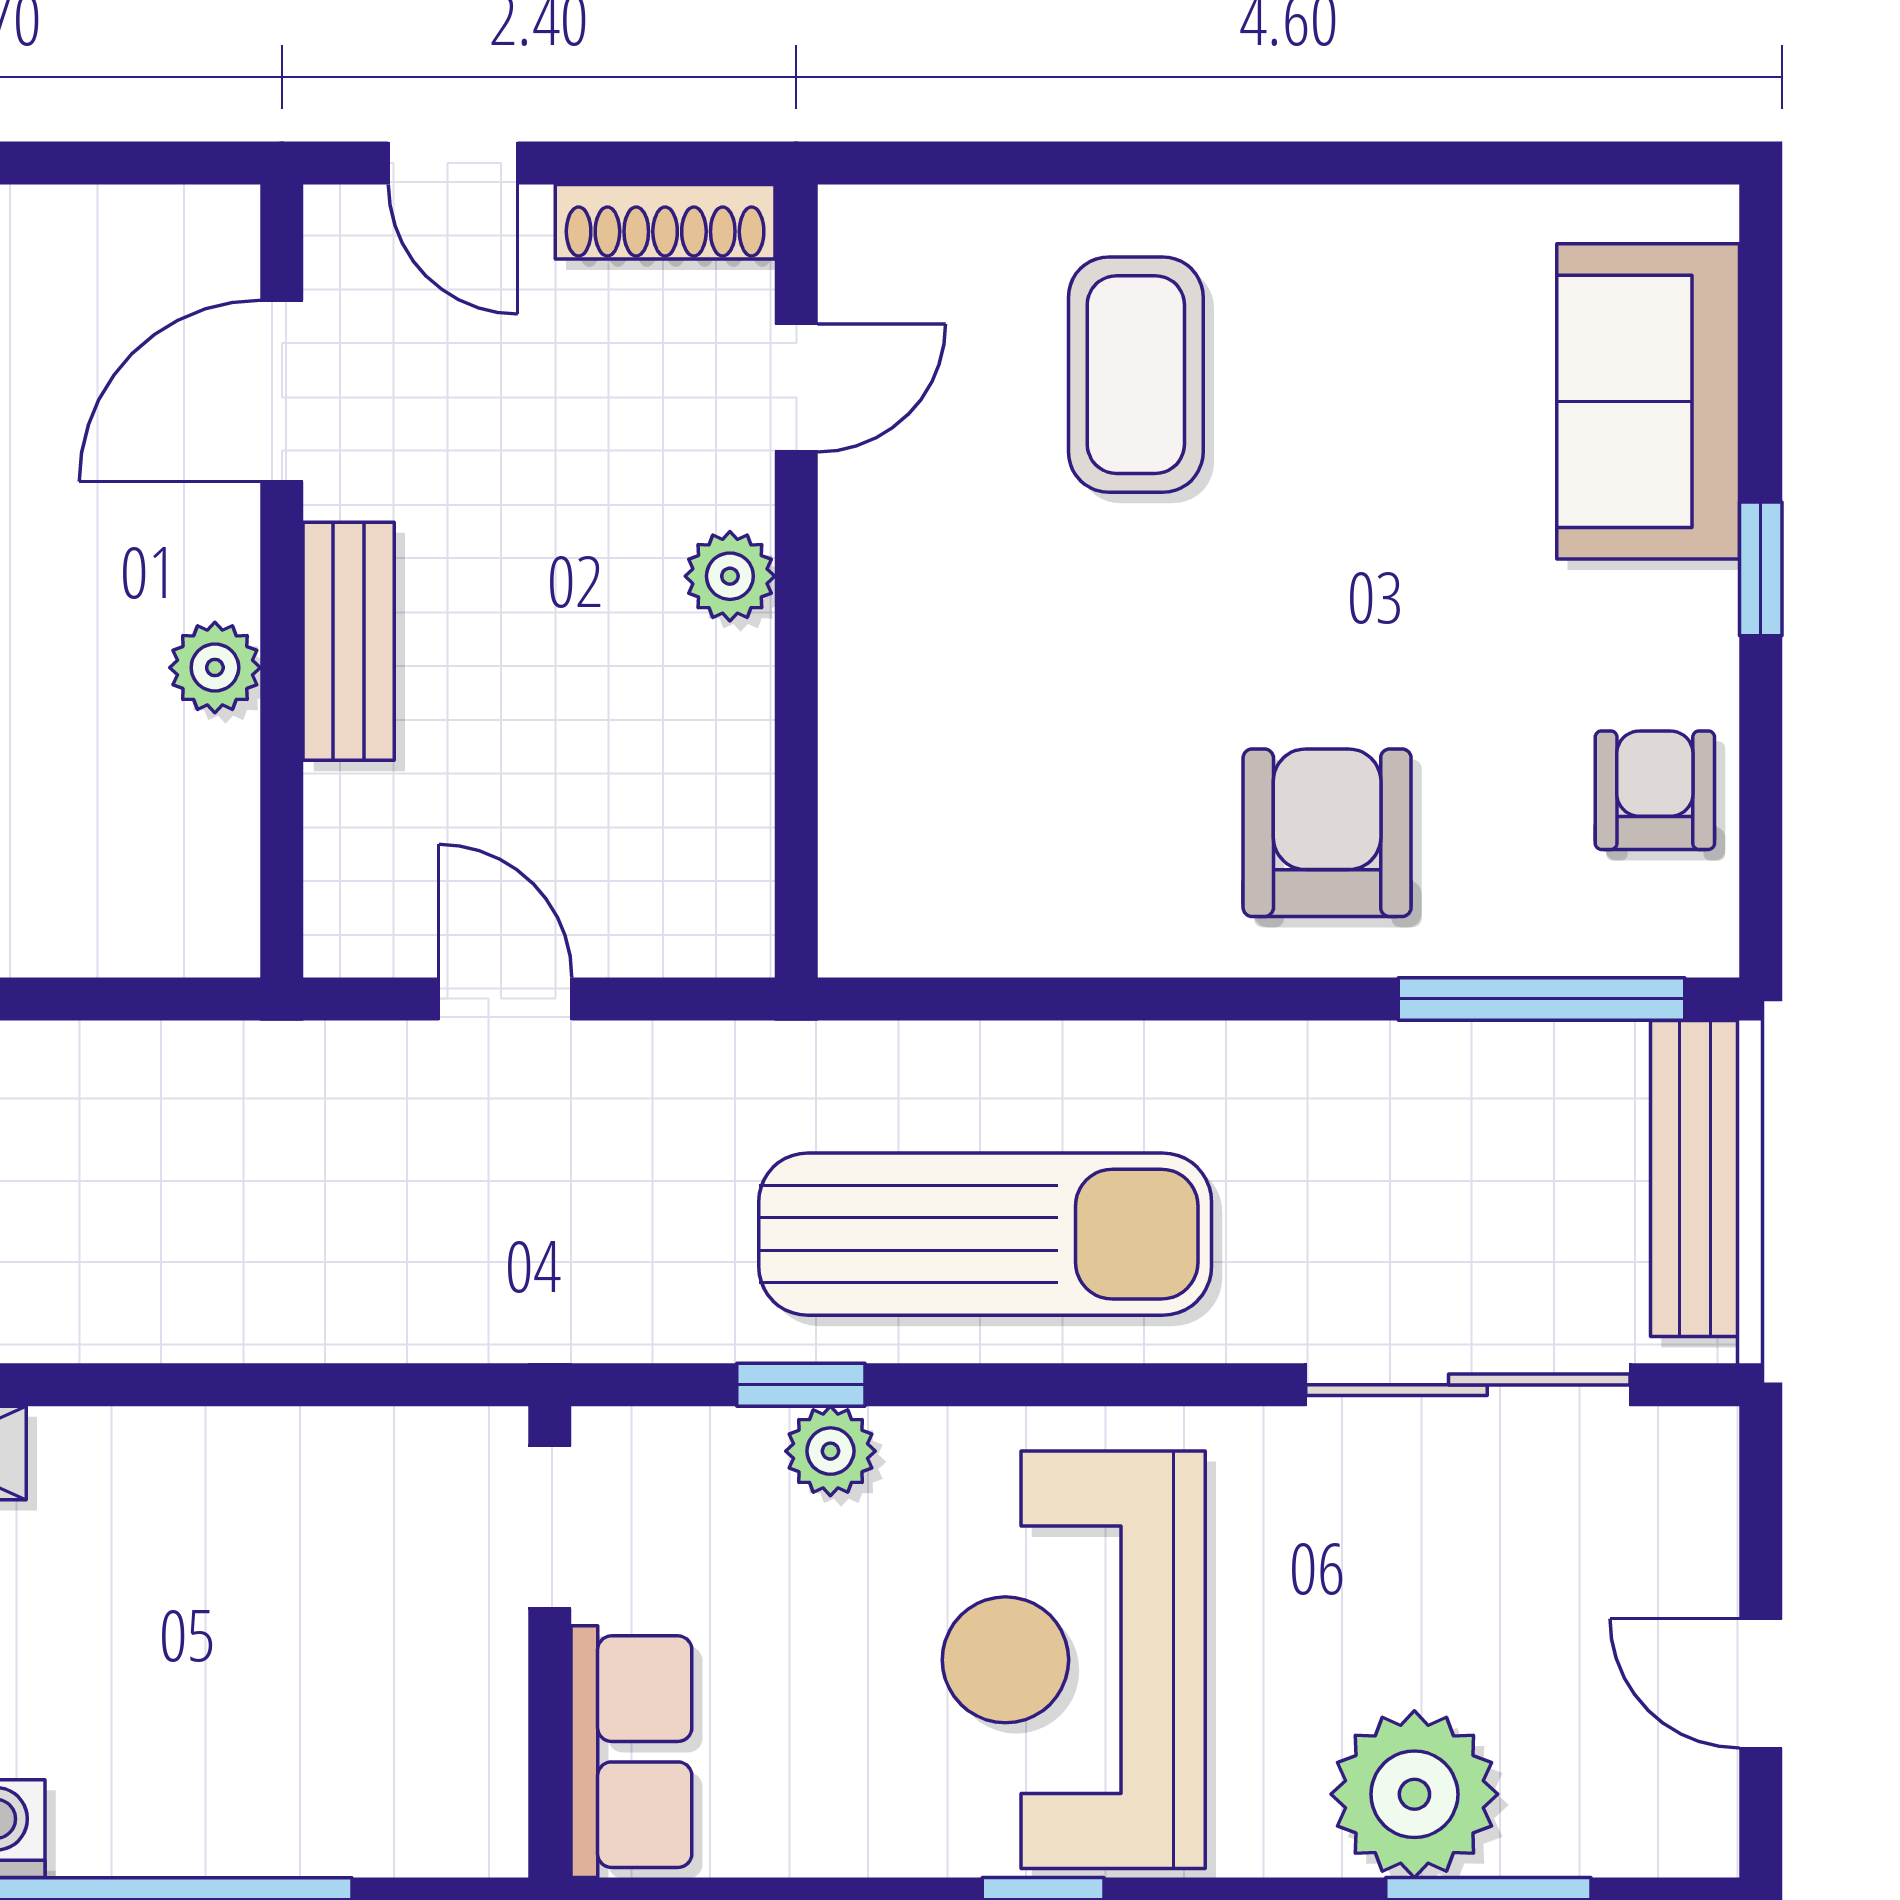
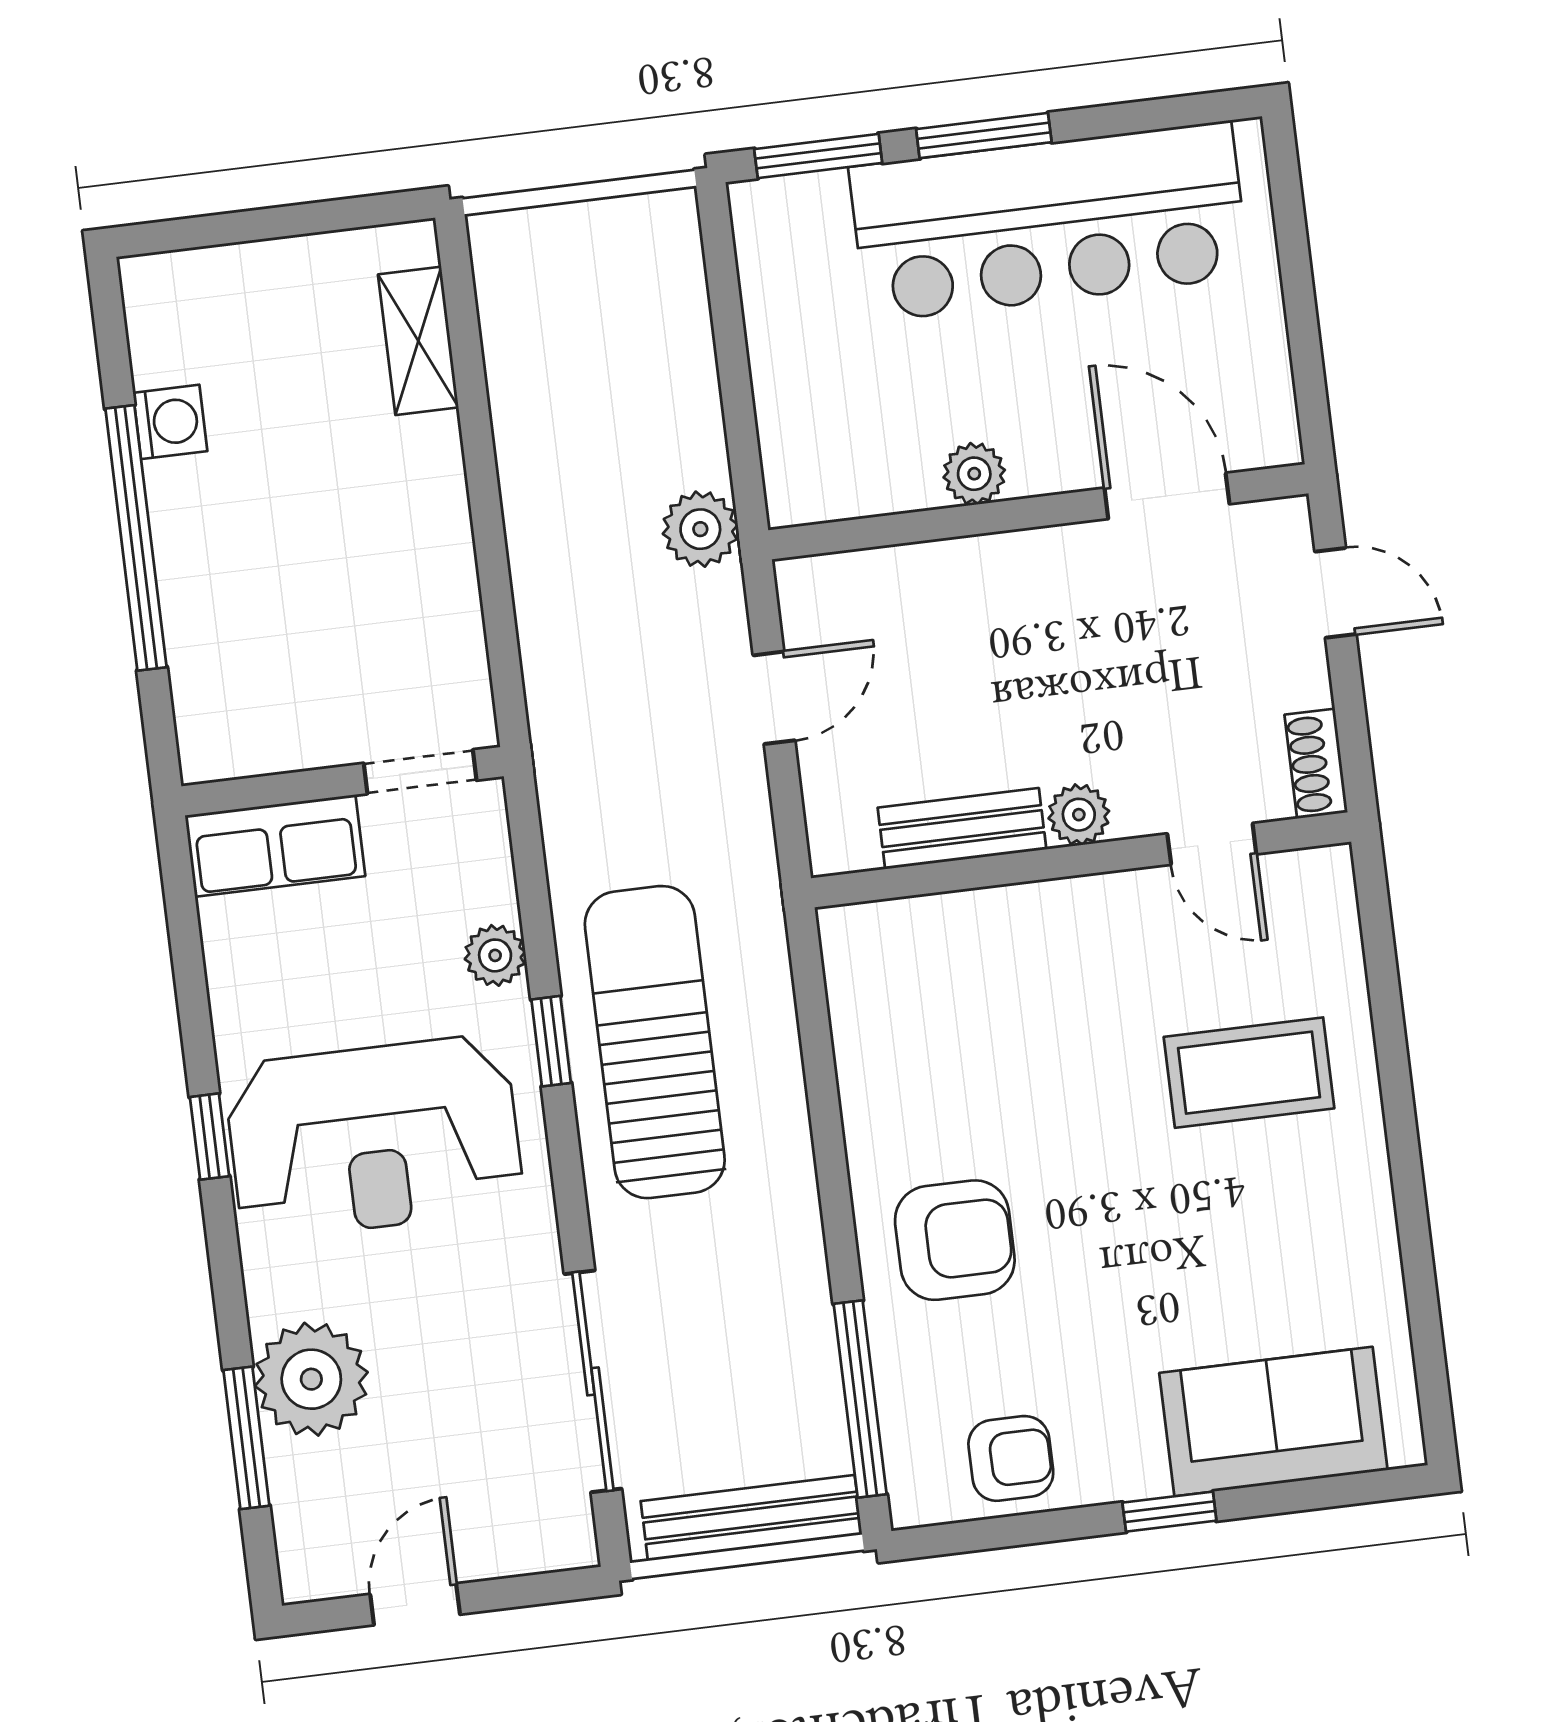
door: (453, 163) -> (1335, 593), swing flipped
shoe rack: (665, 222) -> (1316, 764), width x0.70
bench: (349, 641) -> (962, 829), moved
plant: (247, 1076) -> (700, 529), added
sun lounger: (985, 1234) -> (655, 1042), turned 180
window: (801, 1385) -> (551, 1041), moved
reception desk: (1074, 1660) -> (374, 1137), turned 180

